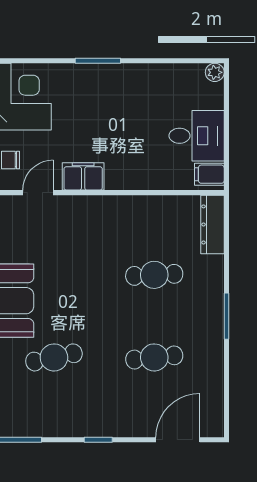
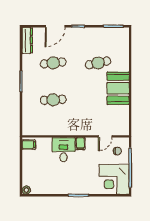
desk: (197, 136) -> (64, 150), moved, turned 90
filing cabinet: (83, 176) -> (80, 144), width x0.50
dresser: (212, 224) -> (27, 40), moved
door: (178, 440) -> (55, 26), moved

